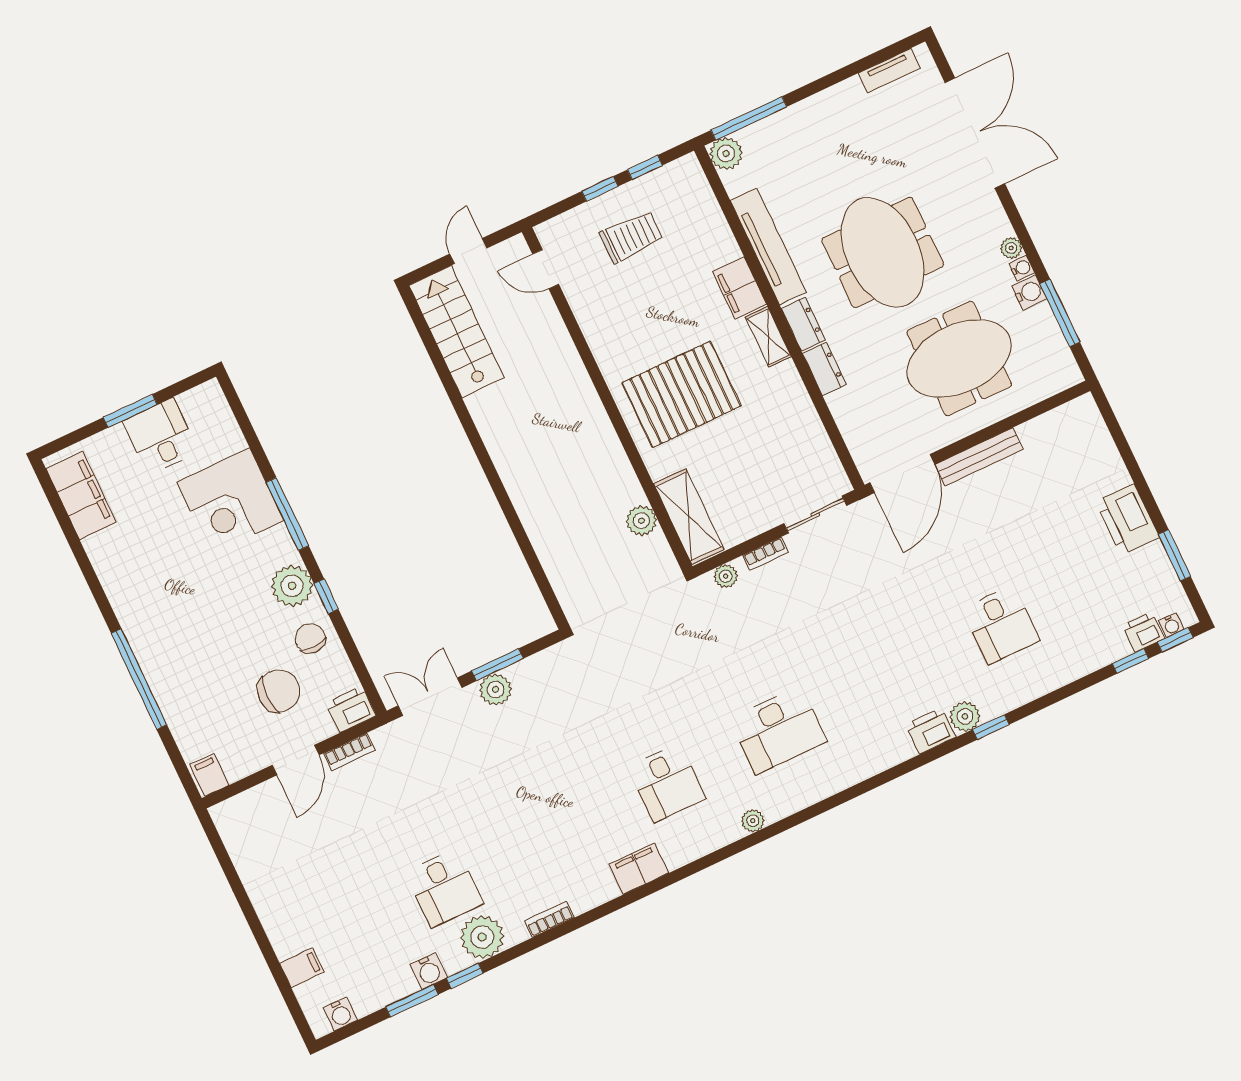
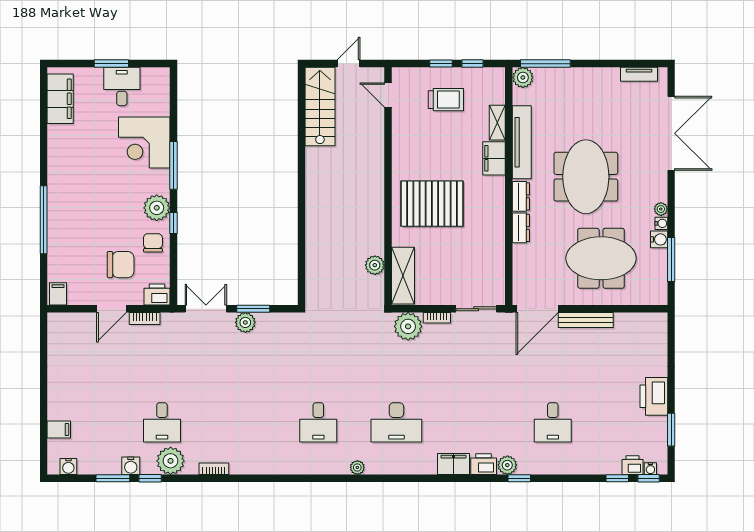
shelving: (768, 337) -> (497, 123), moved
plant: (726, 576) -> (408, 326), width x1.88, depth x1.88
filing cabinet: (639, 869) -> (453, 464), moved

